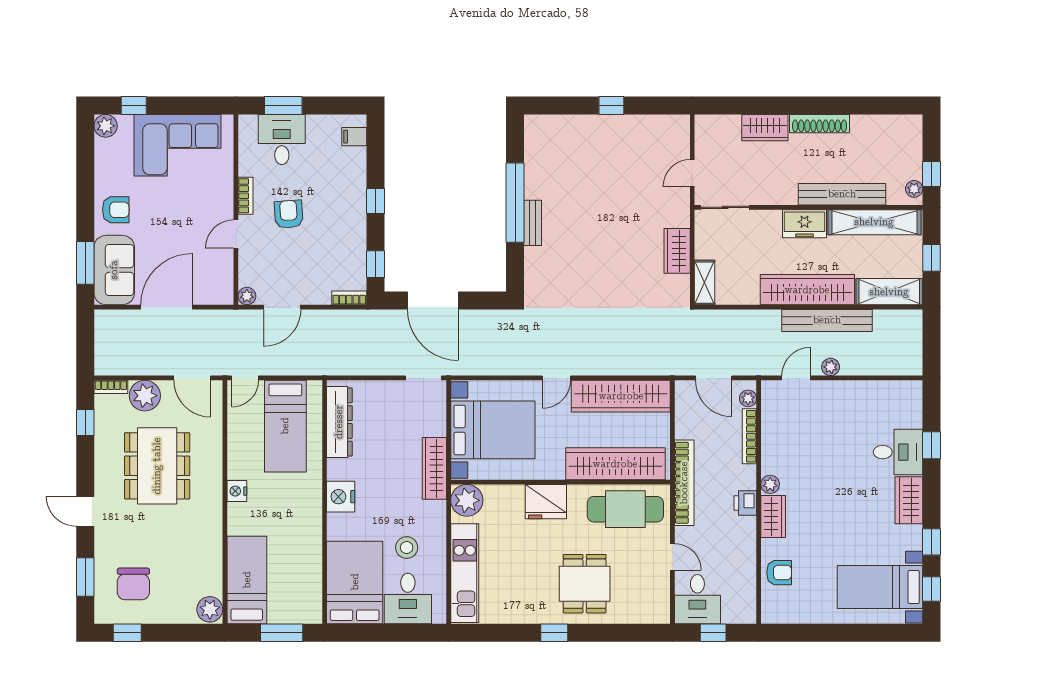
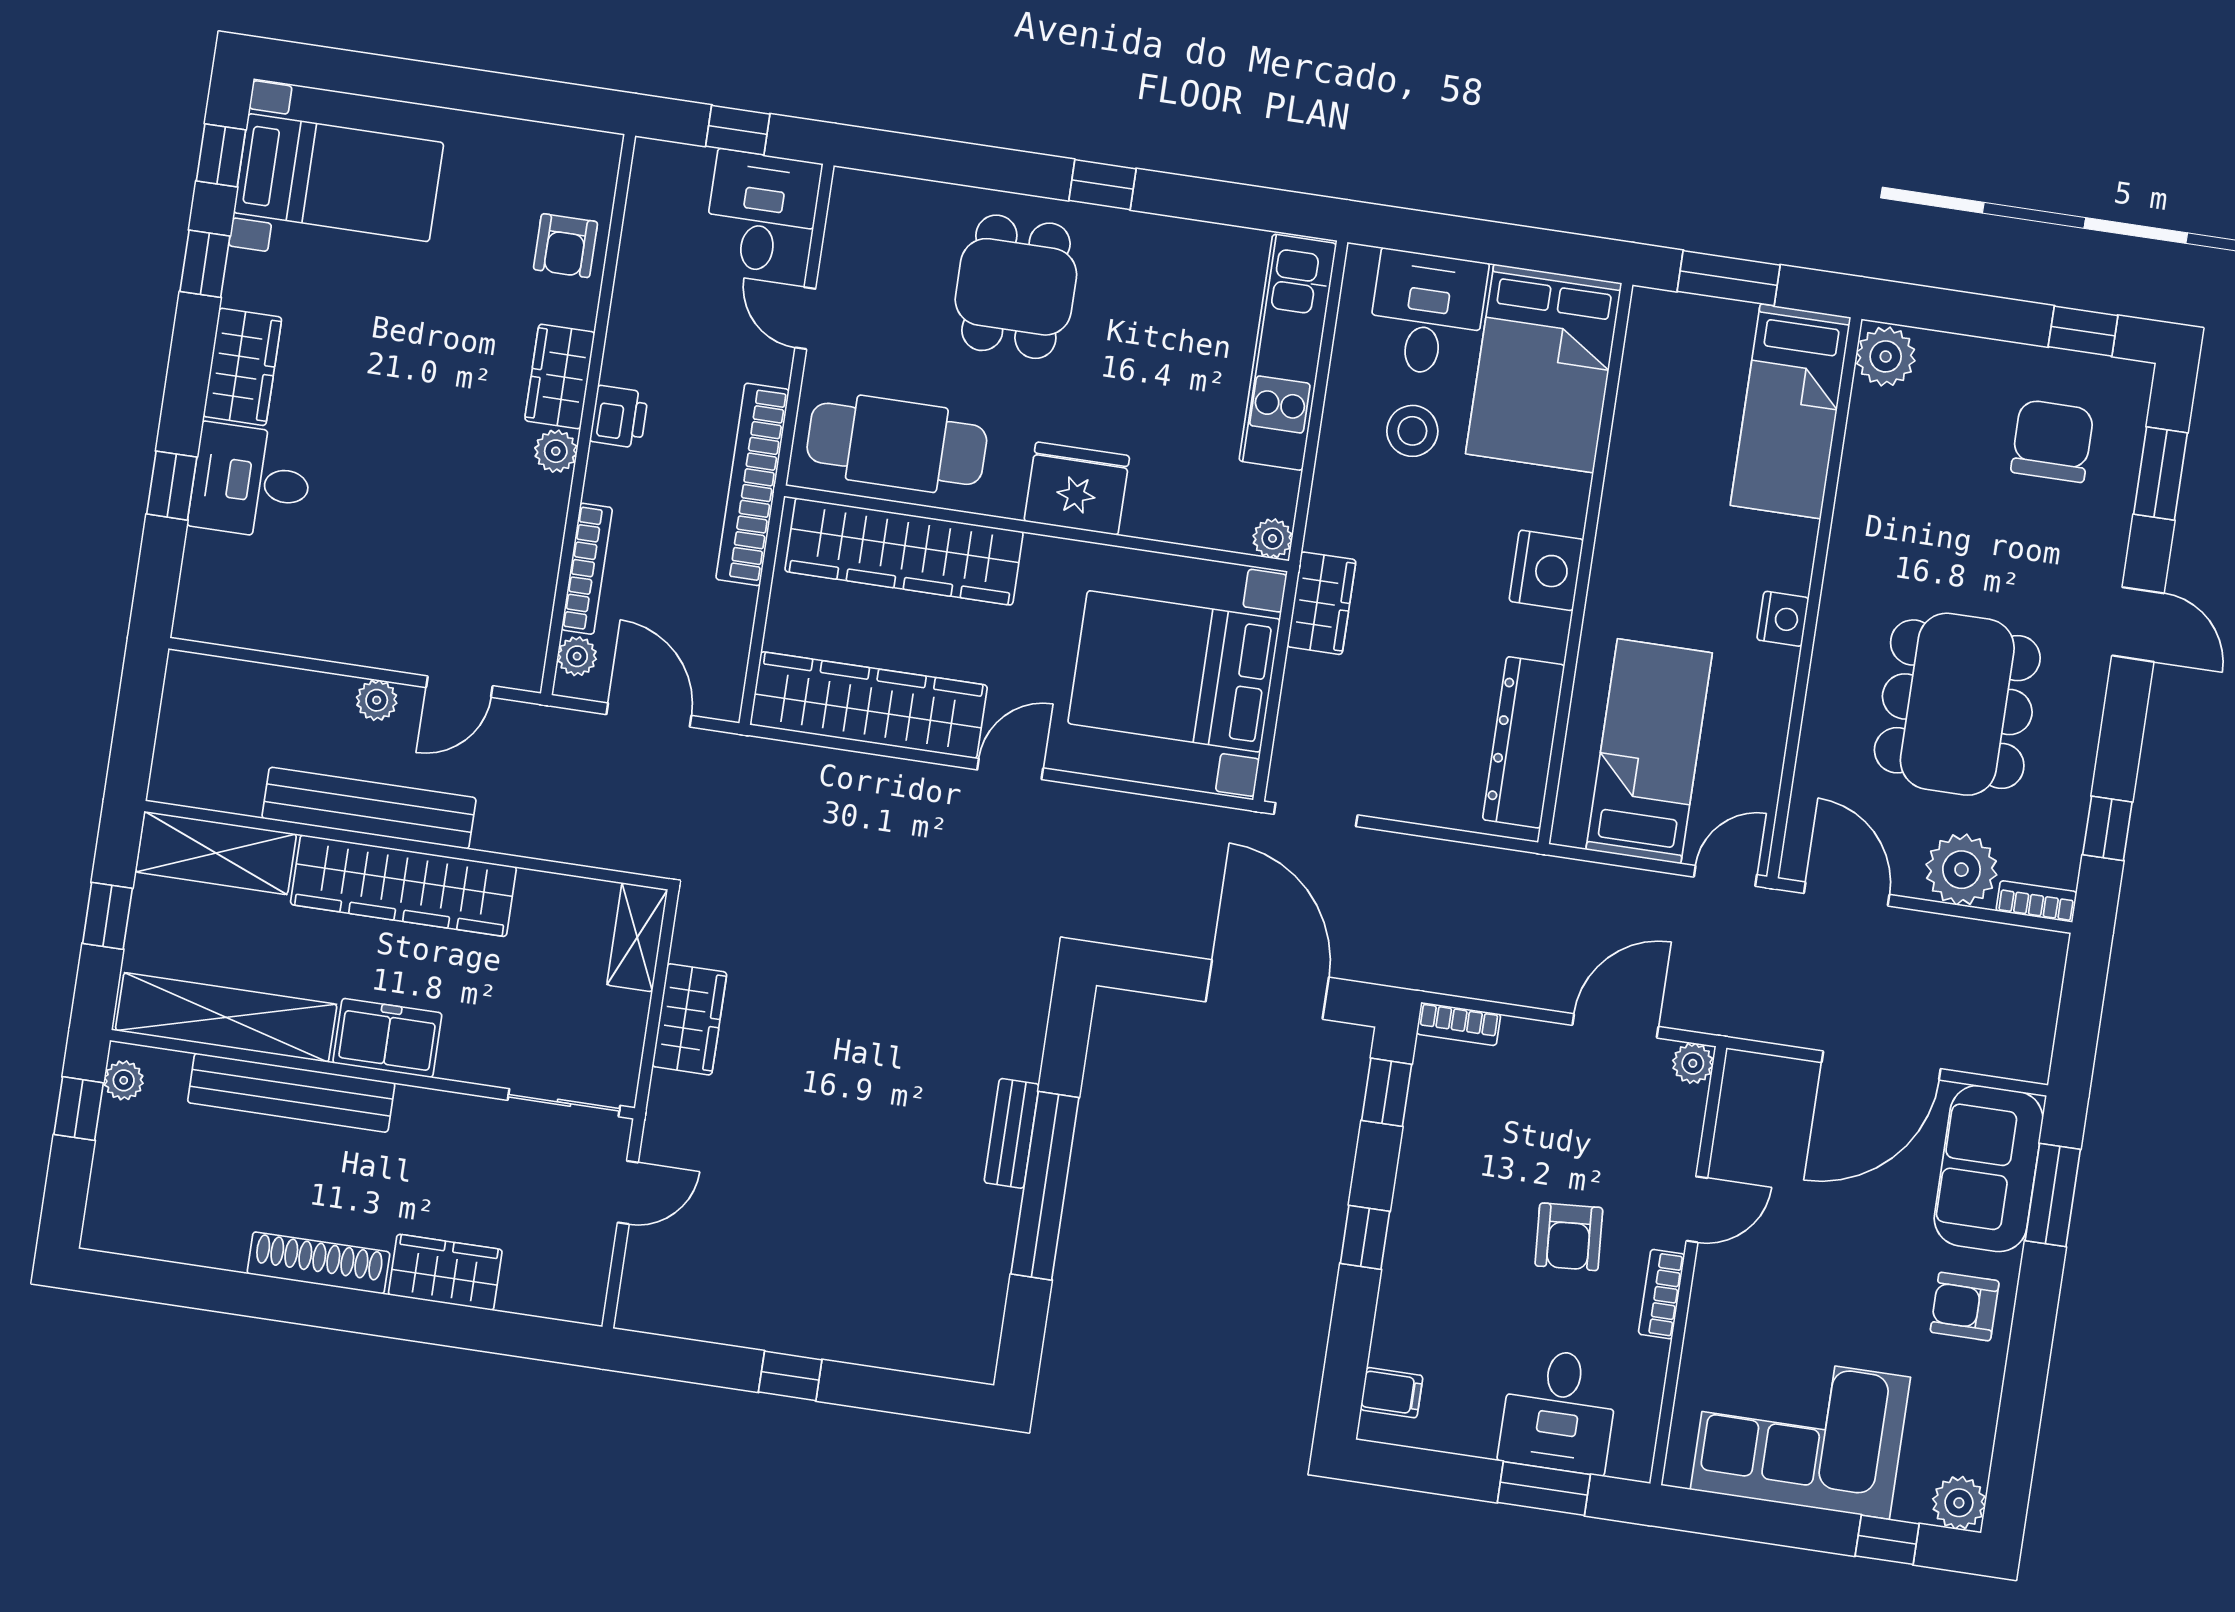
wardrobe: (434, 468) -> (1321, 603), width x0.67
plant: (467, 500) -> (1273, 538), width x0.53, depth x0.53
armchair: (779, 573) -> (566, 246), turned -90

